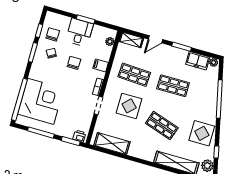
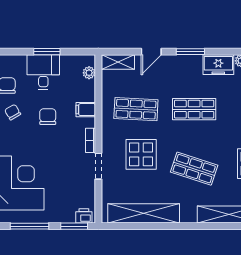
shelving: (112, 144) -> (144, 213), width x1.47

